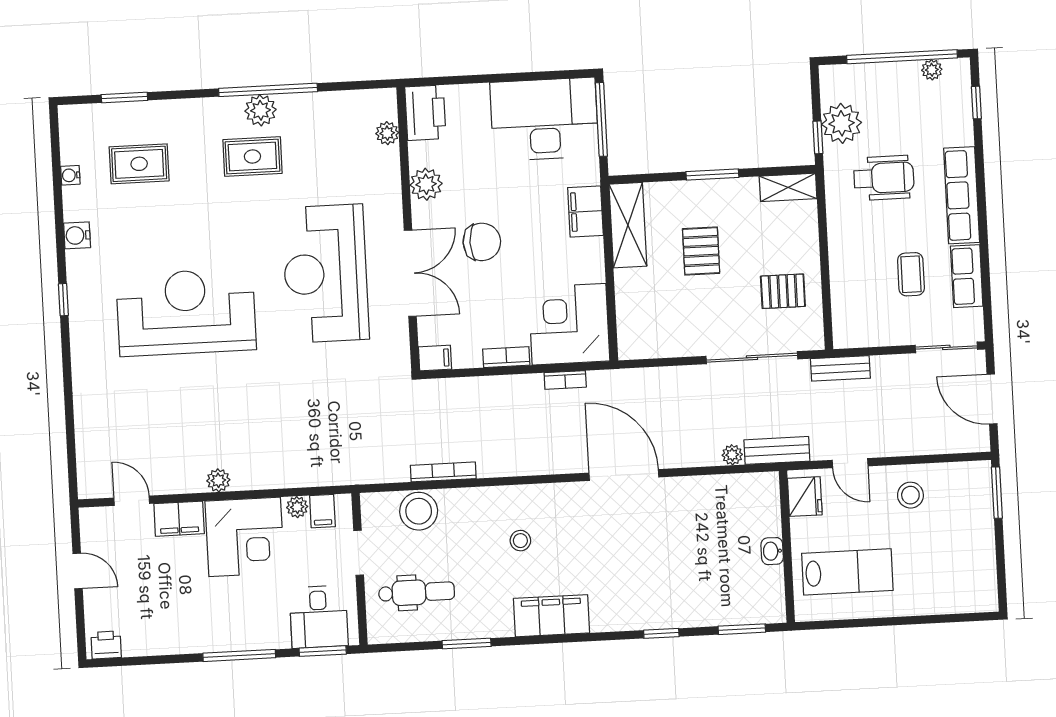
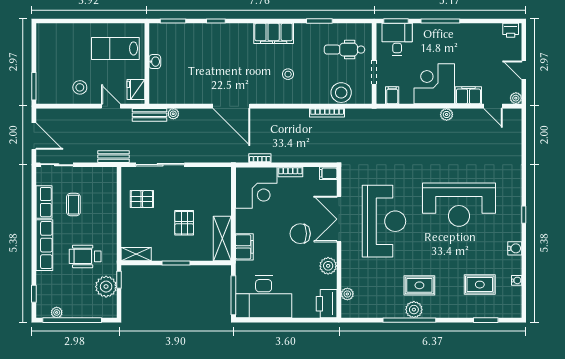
plant: (297, 507) -> (516, 98), moved

